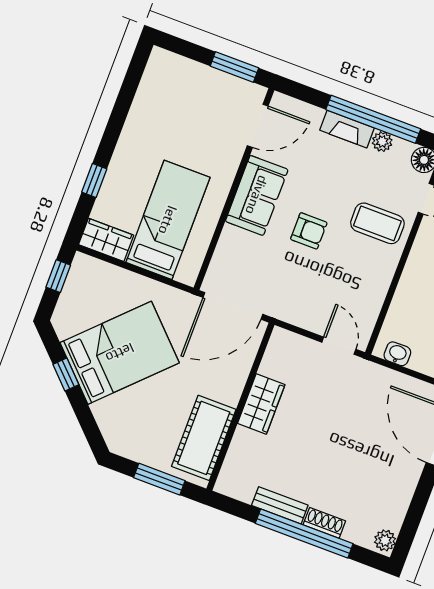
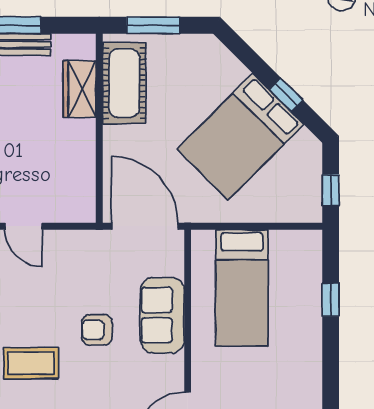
sofa: (257, 195) -> (162, 315), moved
wardrobe: (106, 240) -> (296, 245), removed
door: (233, 306) -> (145, 226), hinge flipped
wardrobe: (261, 404) -> (79, 89), moved

